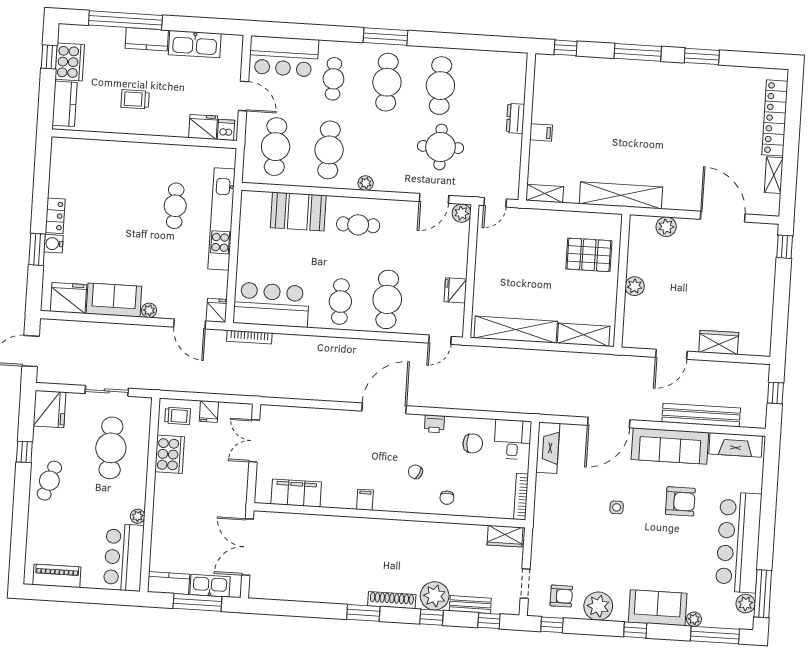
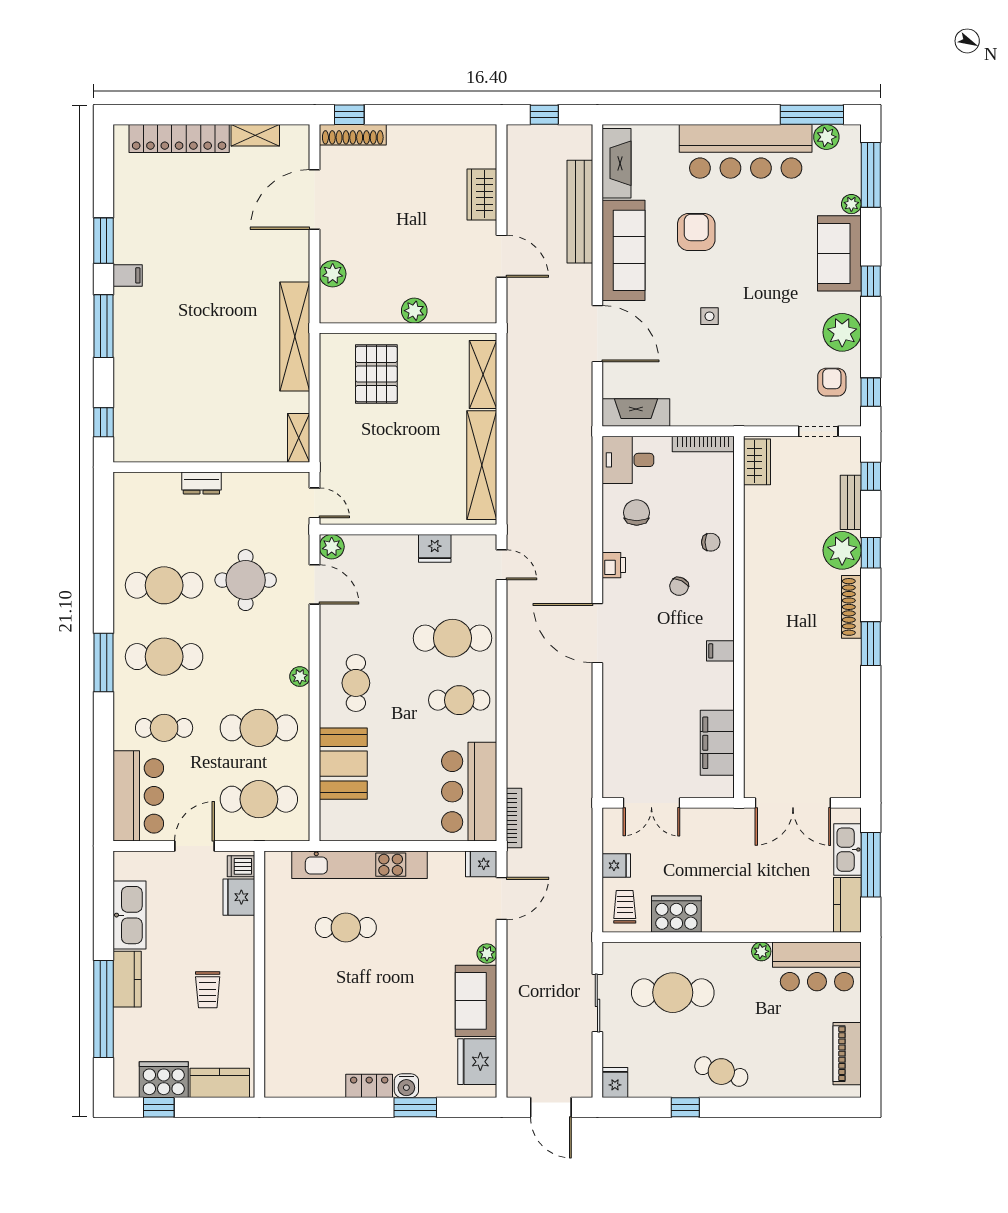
filing cabinet: (541, 132) -> (128, 275), moved, turned 90
shoe rack: (770, 248) -> (353, 135), added
fridge: (50, 409) -> (615, 1083), width x0.53, depth x0.75

